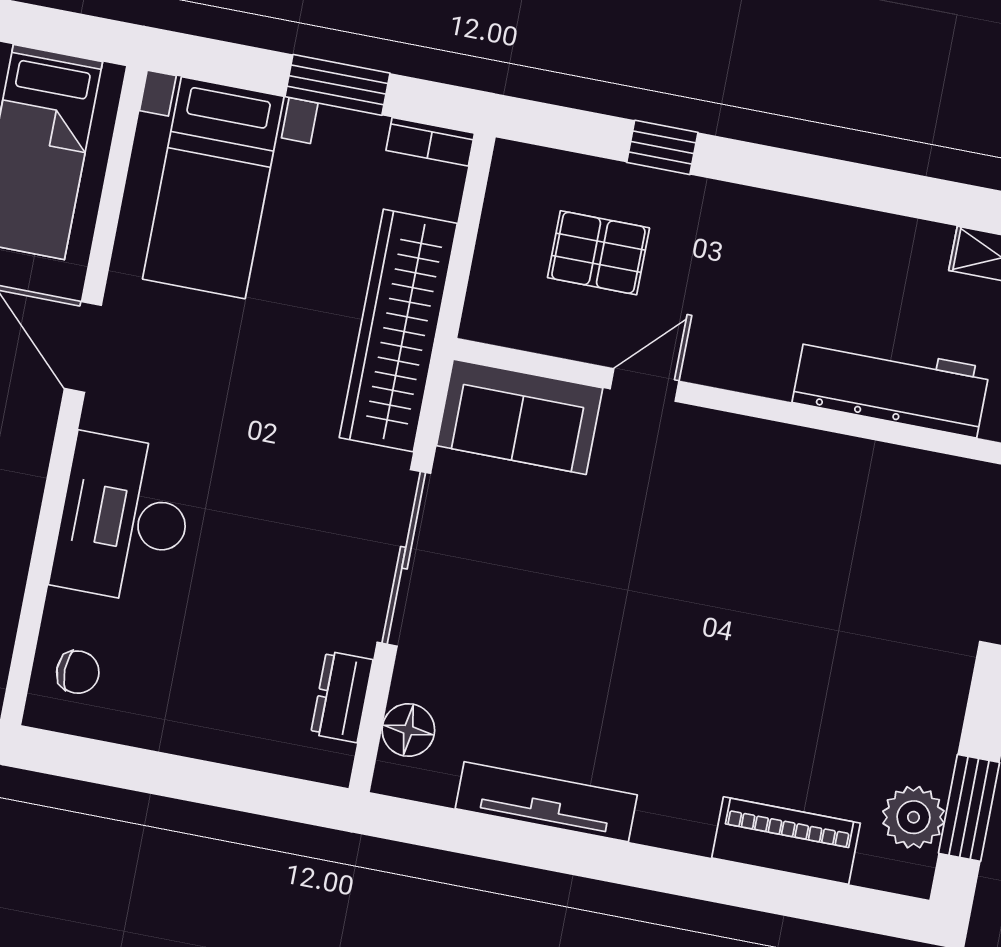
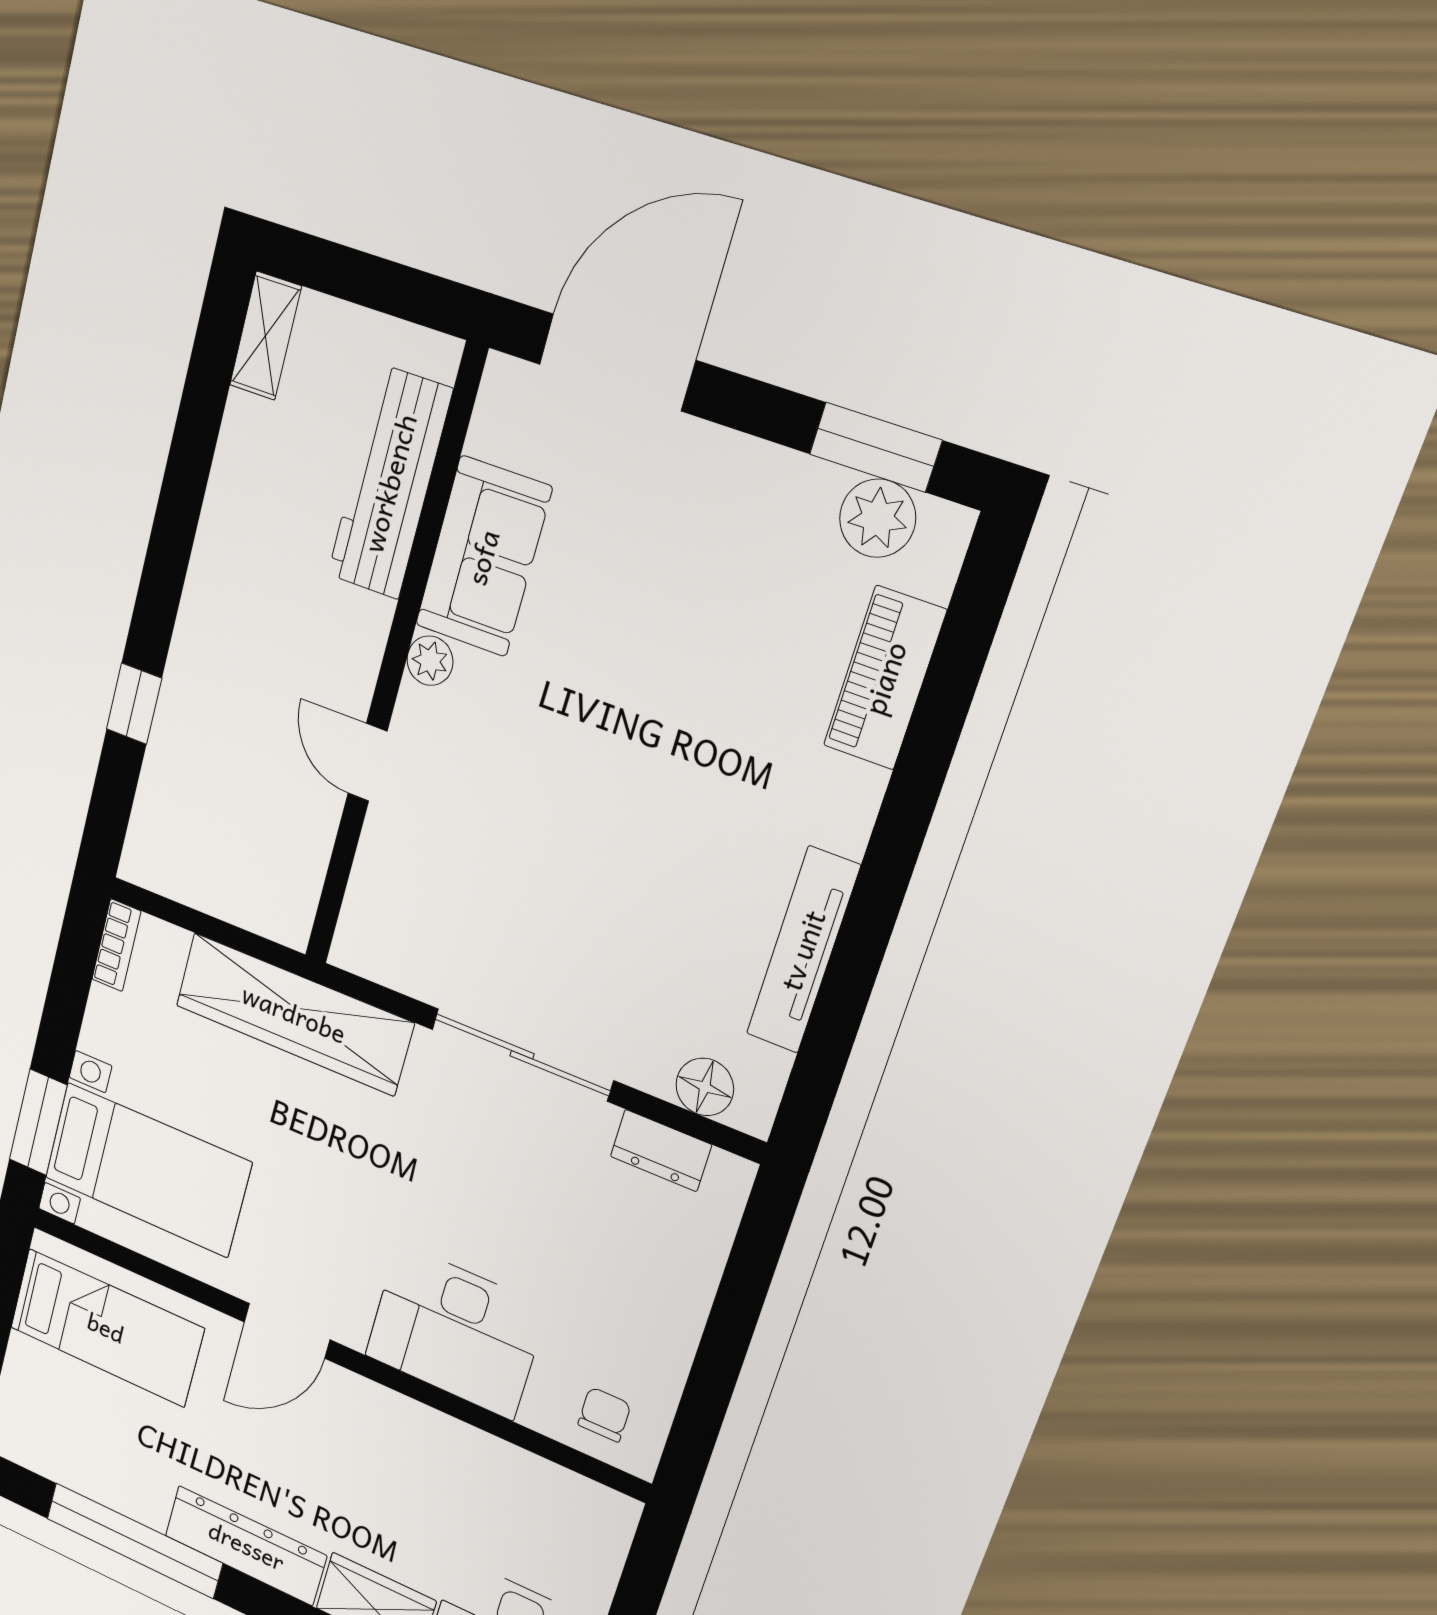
window: (337, 85) -> (38, 1122), moved
pallet: (598, 253) -> (232, 790), removed
sofa: (520, 417) -> (483, 557), moved
plant: (743, 437) -> (430, 661), added

